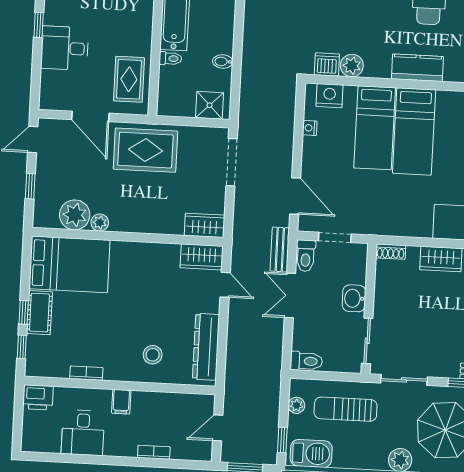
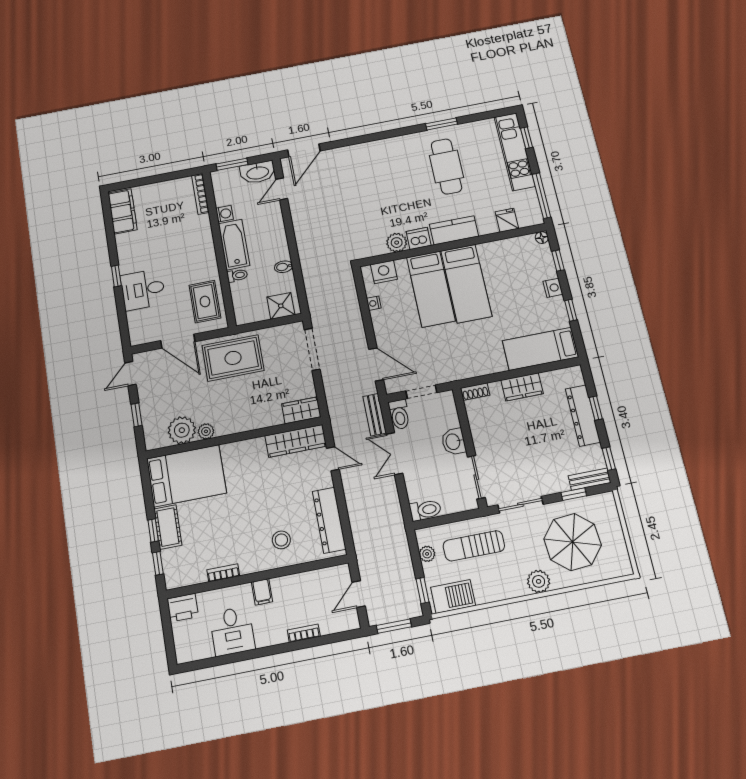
dishwasher: (327, 64) -> (419, 238), moved
wardrobe: (202, 257) -> (296, 441), width x1.50

